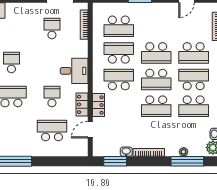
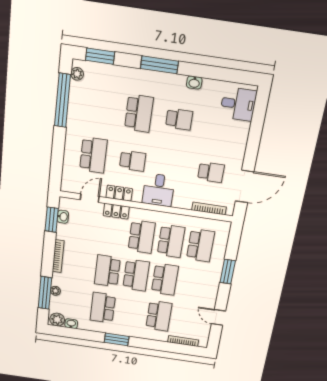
school desk: (119, 26) -> (200, 245), turned 180
school desk: (156, 53) -> (165, 279), turned 180
school desk: (194, 53) -> (159, 316), turned 180
school desk: (156, 80) -> (136, 275), turned 180
school desk: (194, 80) -> (131, 312), removed
door: (90, 130) -> (90, 198), hinge flipped
washbasin: (126, 152) -> (63, 217), moved

